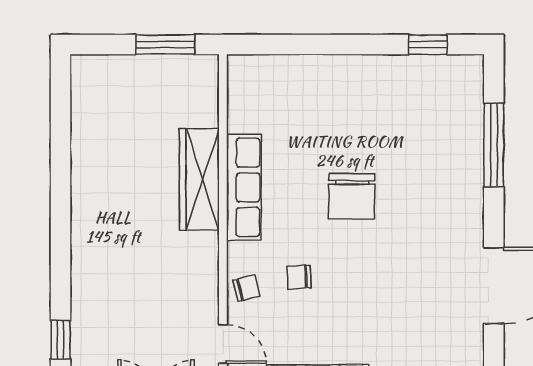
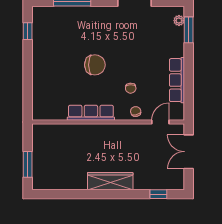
window: (165, 45) -> (28, 164), moved
wardrobe: (199, 179) -> (110, 181), moved, turned 180

